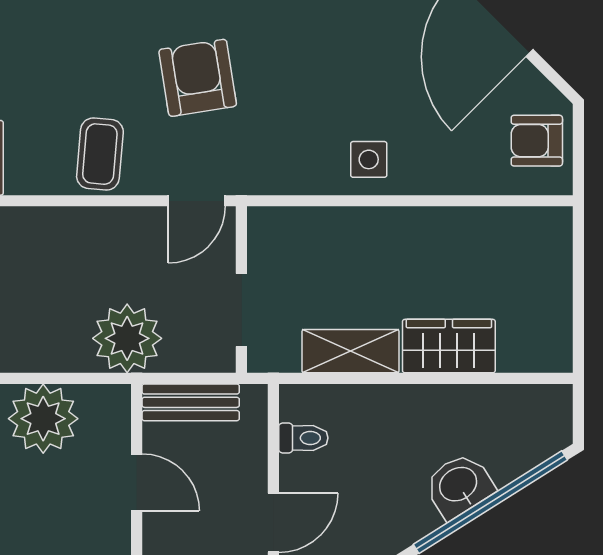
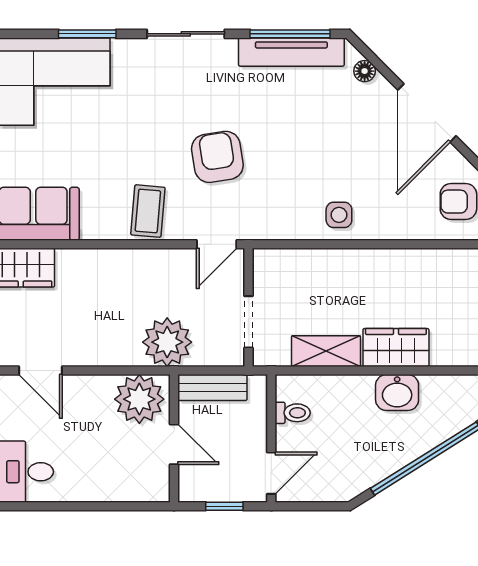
plant: (43, 419) -> (139, 399), moved
washbasin: (459, 485) -> (397, 392), moved, turned -148

